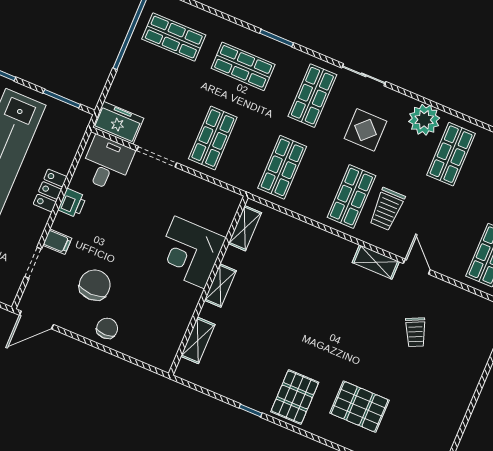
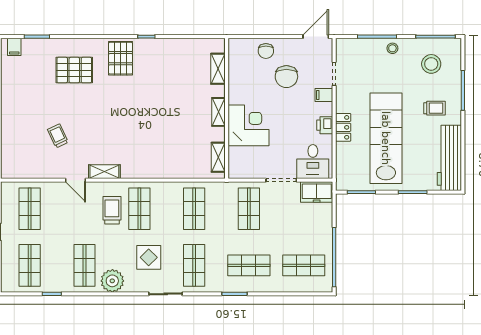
shelving: (245, 228) -> (218, 157), moved
corner desk: (190, 252) -> (248, 125), moved
shelving: (220, 285) -> (218, 112), moved
wall: (208, 286) -> (227, 108), moved
shelving: (198, 340) -> (218, 69), moved

